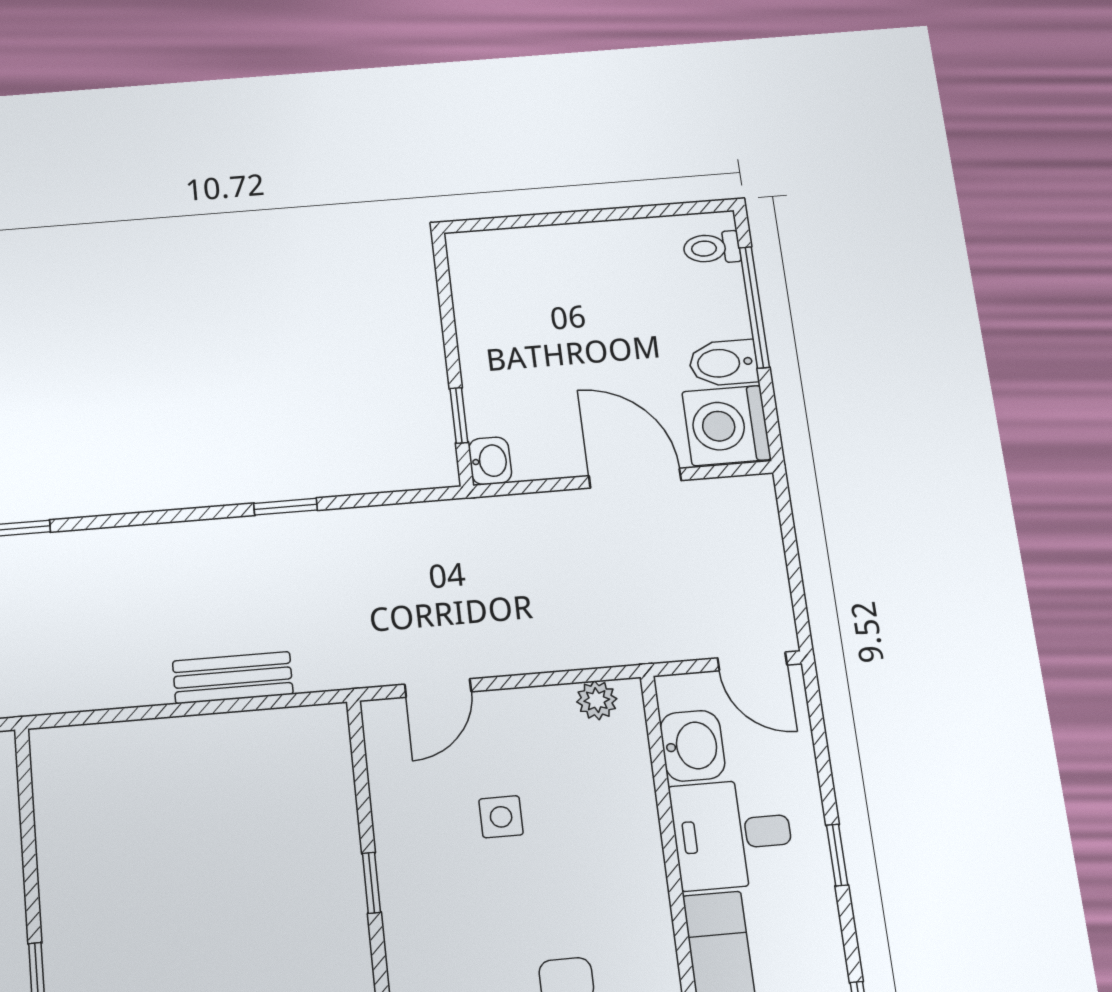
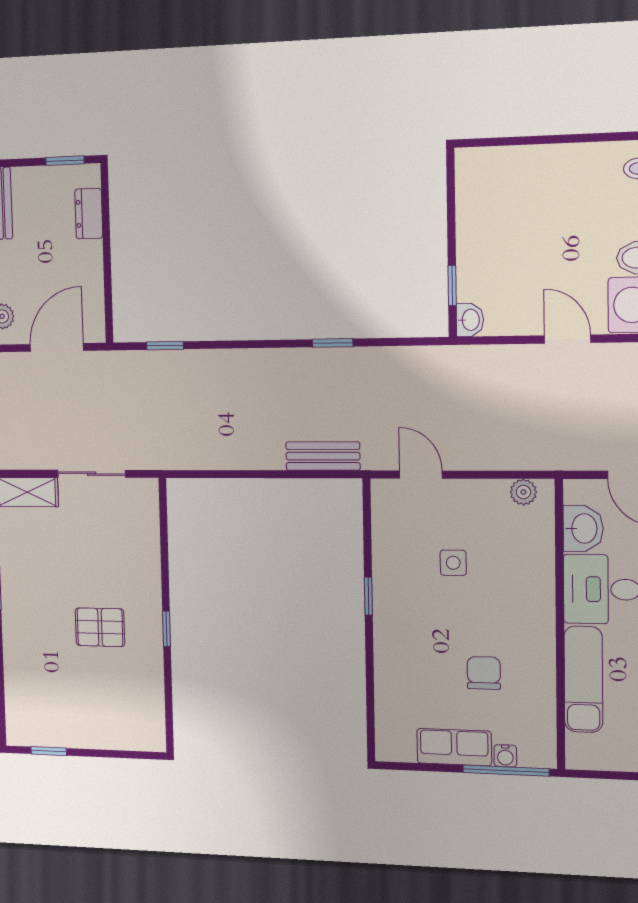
door: (635, 478) -> (567, 339), width x0.73
bench: (233, 678) -> (323, 456), moved
door: (438, 688) -> (421, 475), swing flipped

